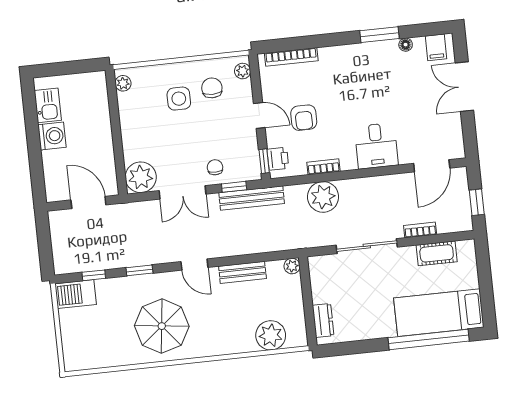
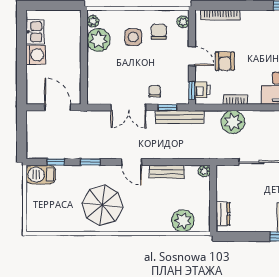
plant: (141, 177) -> (99, 40), moved

